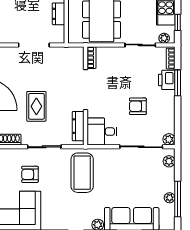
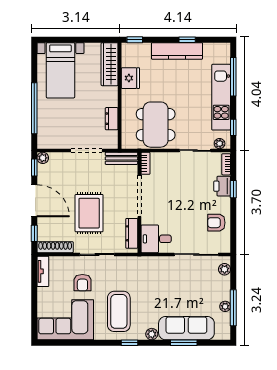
bench: (68, 53) -> (121, 158), added
window: (178, 83) -> (233, 189), width x0.67
rug: (36, 106) -> (89, 213), width x1.36, depth x1.43
armchair: (138, 106) -> (216, 223), moved
plant: (169, 139) -> (224, 247), removed
coffee table: (82, 173) -> (119, 311), moved
armchair: (30, 174) -> (82, 283), turned -90

